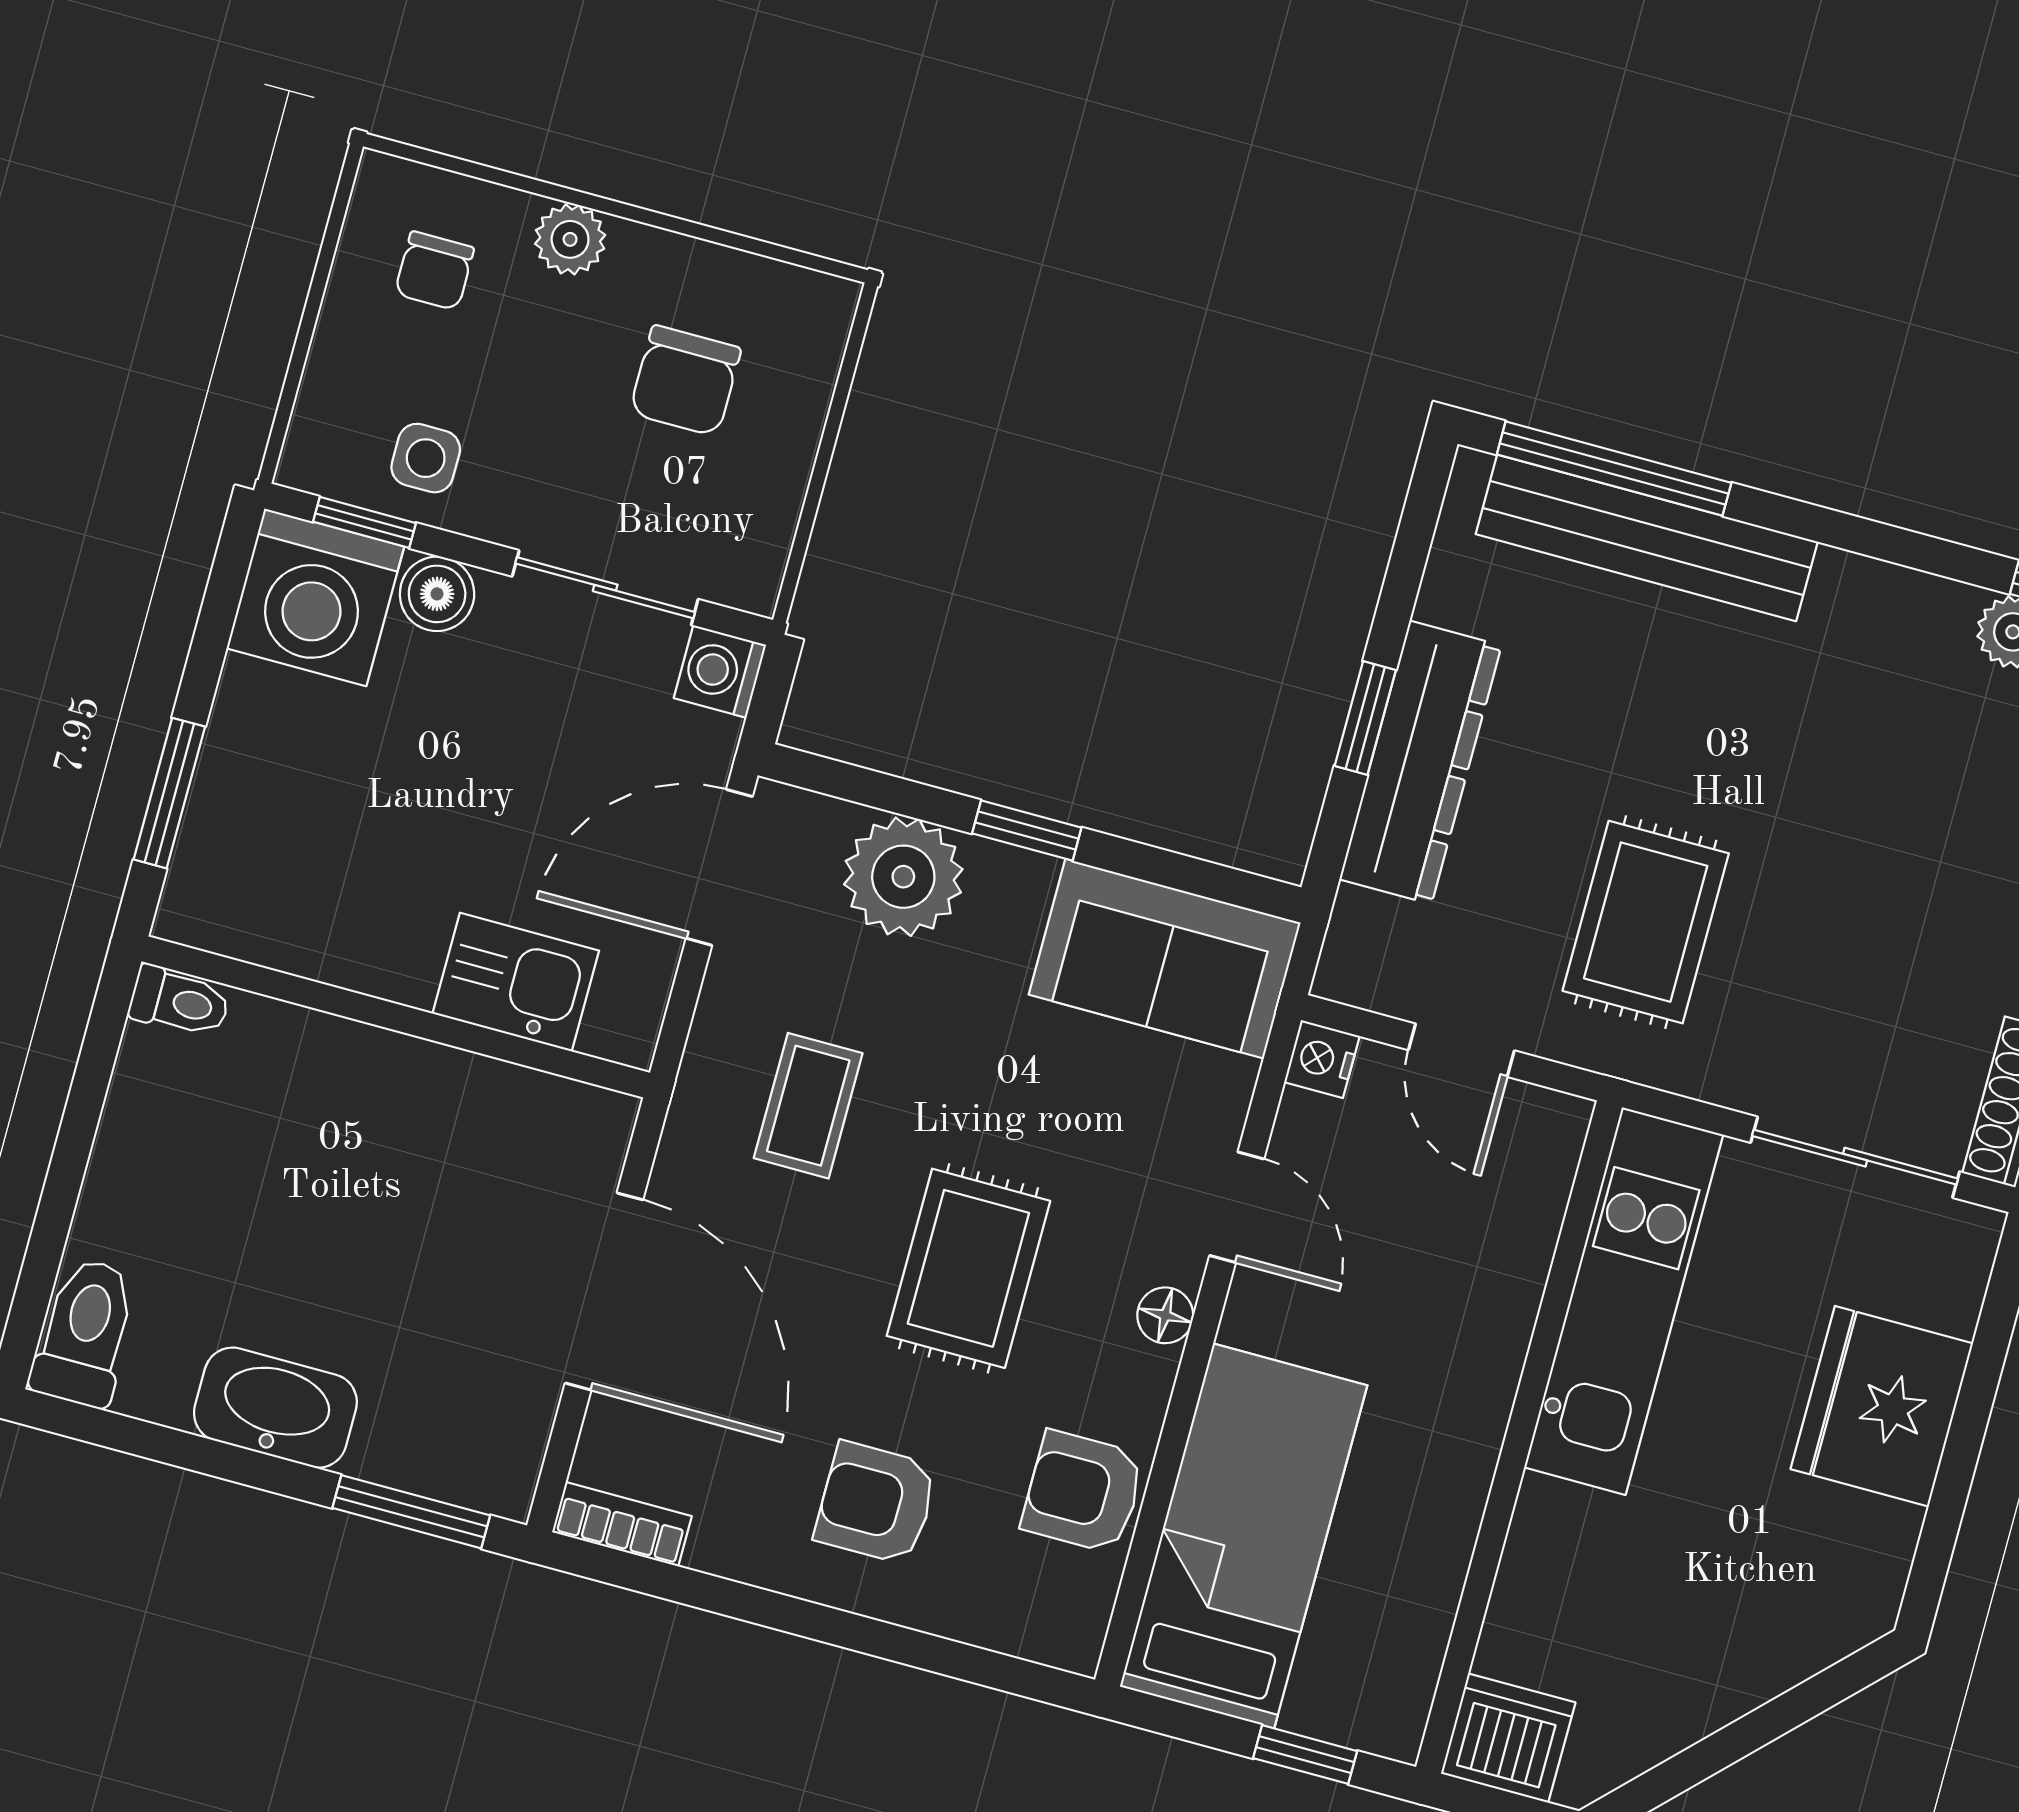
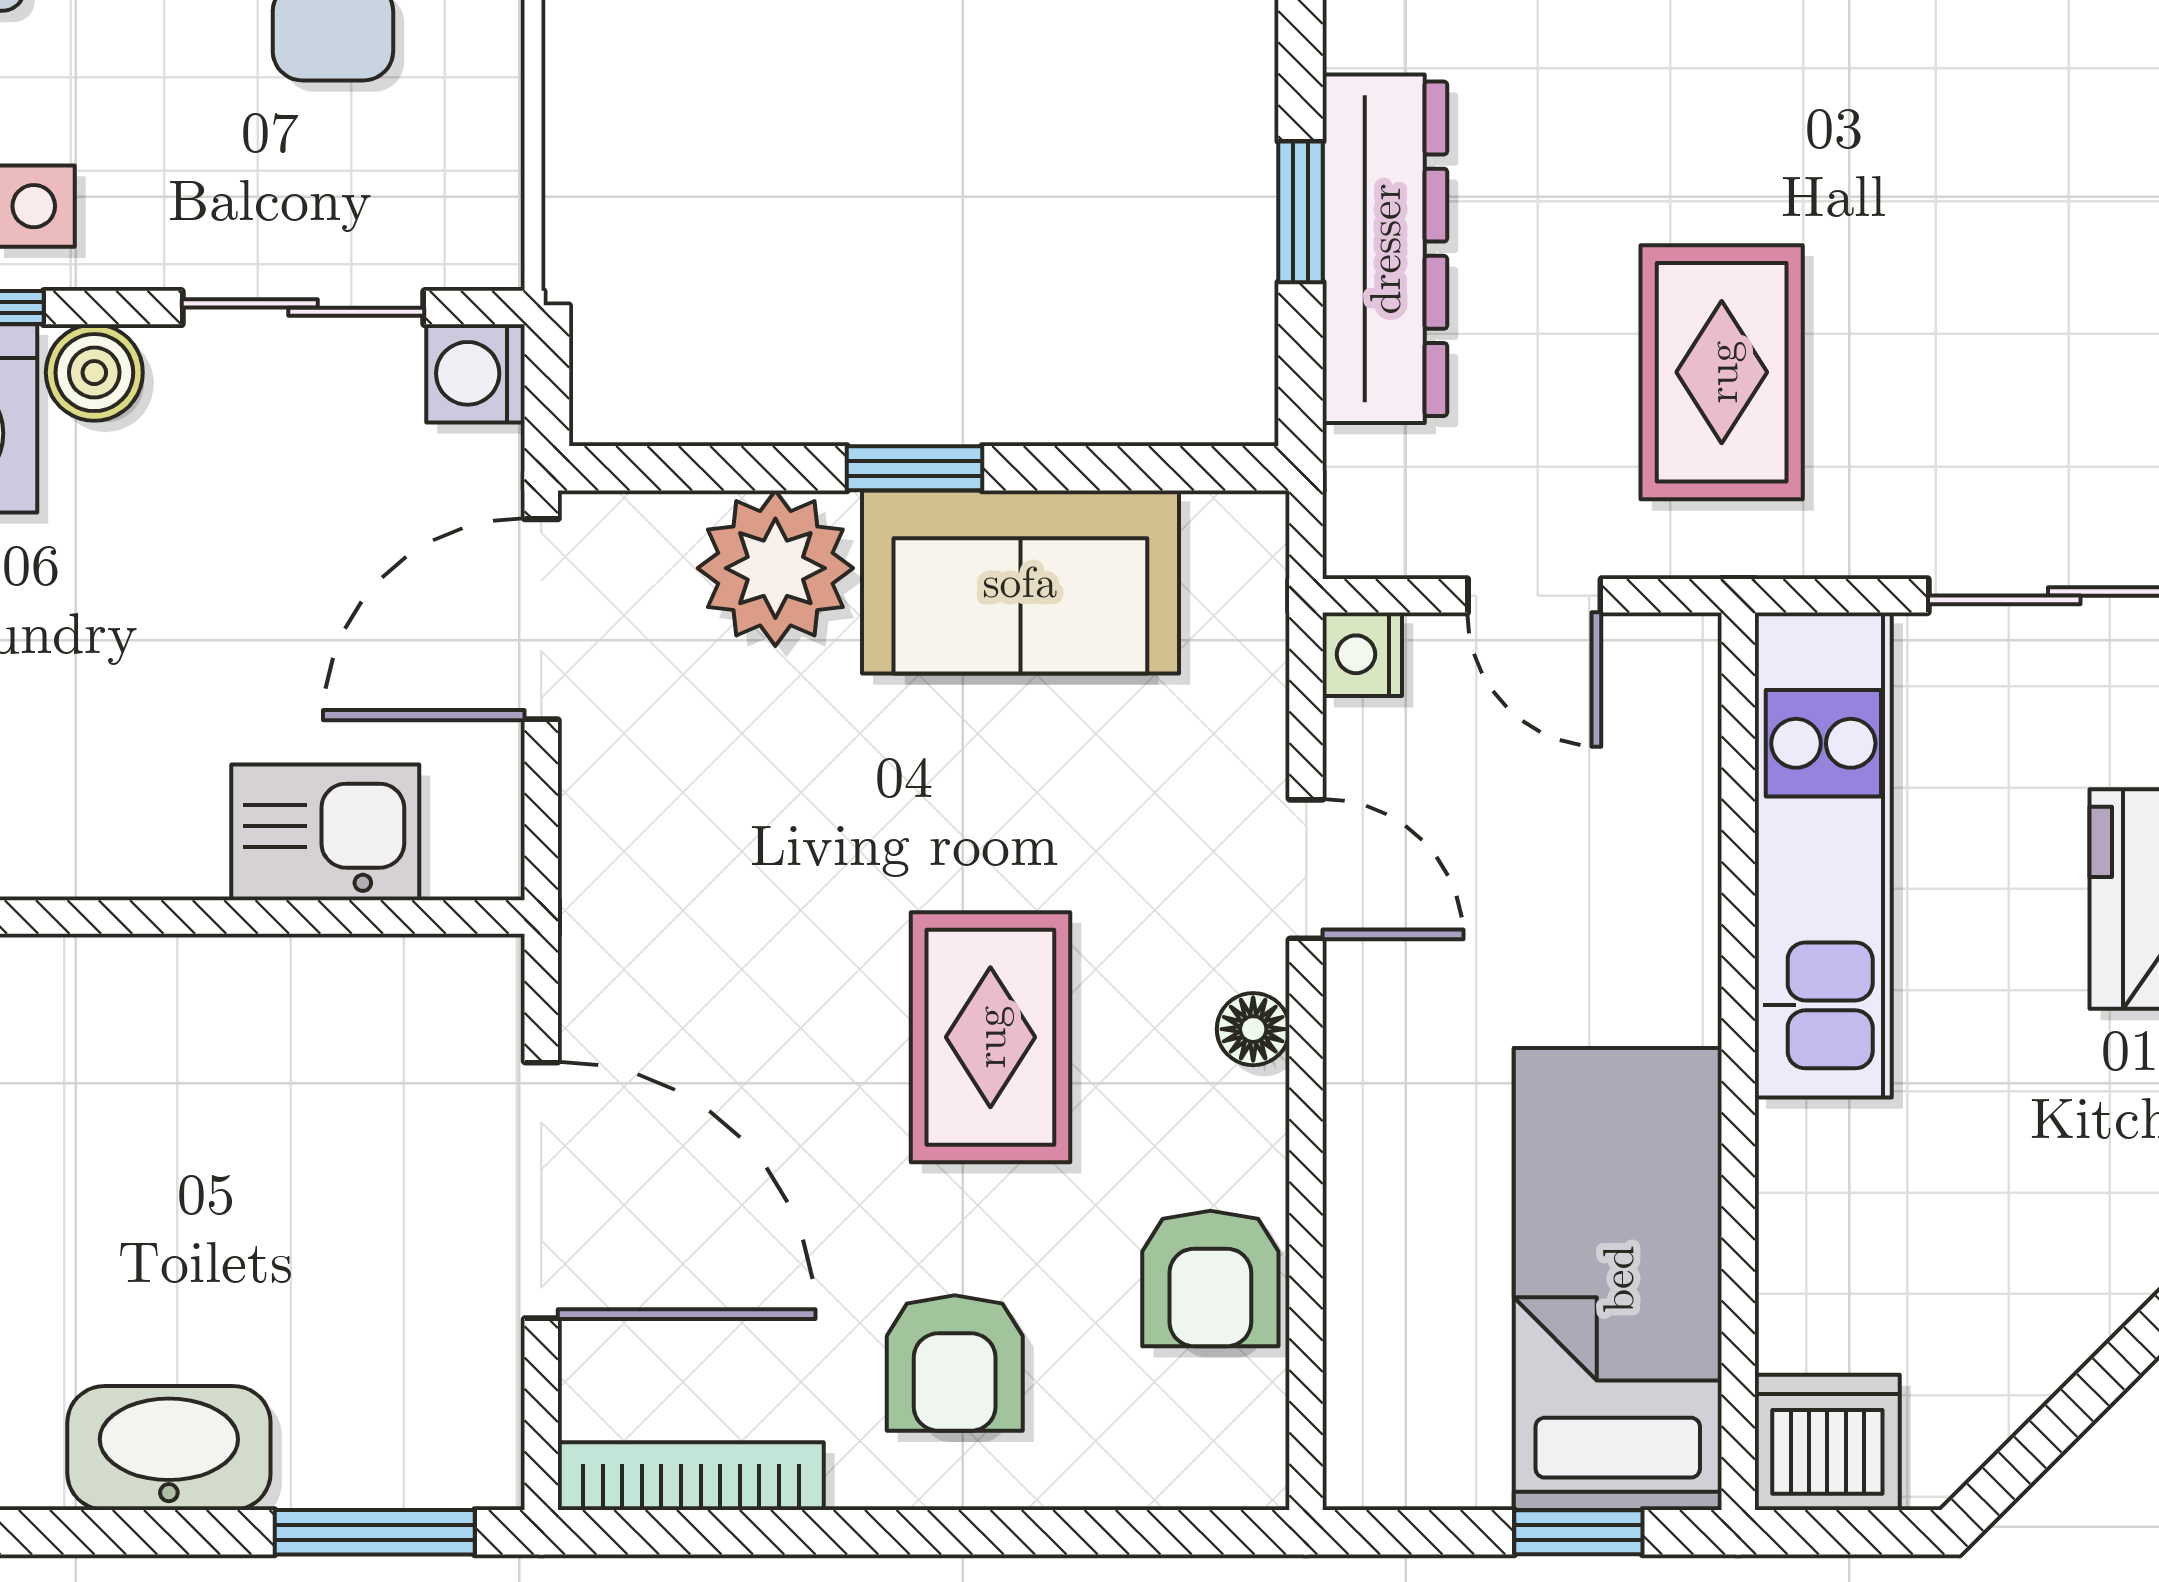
sofa: (1165, 959) -> (1020, 582), moved
coffee table: (808, 1106) -> (734, 888), removed
armchair: (1083, 1492) -> (1210, 1278), turned -90
armchair: (876, 1503) -> (955, 1363), turned -90
bookcase: (622, 1524) -> (691, 1476), width x1.56
bed: (1244, 1536) -> (1618, 1279), moved

